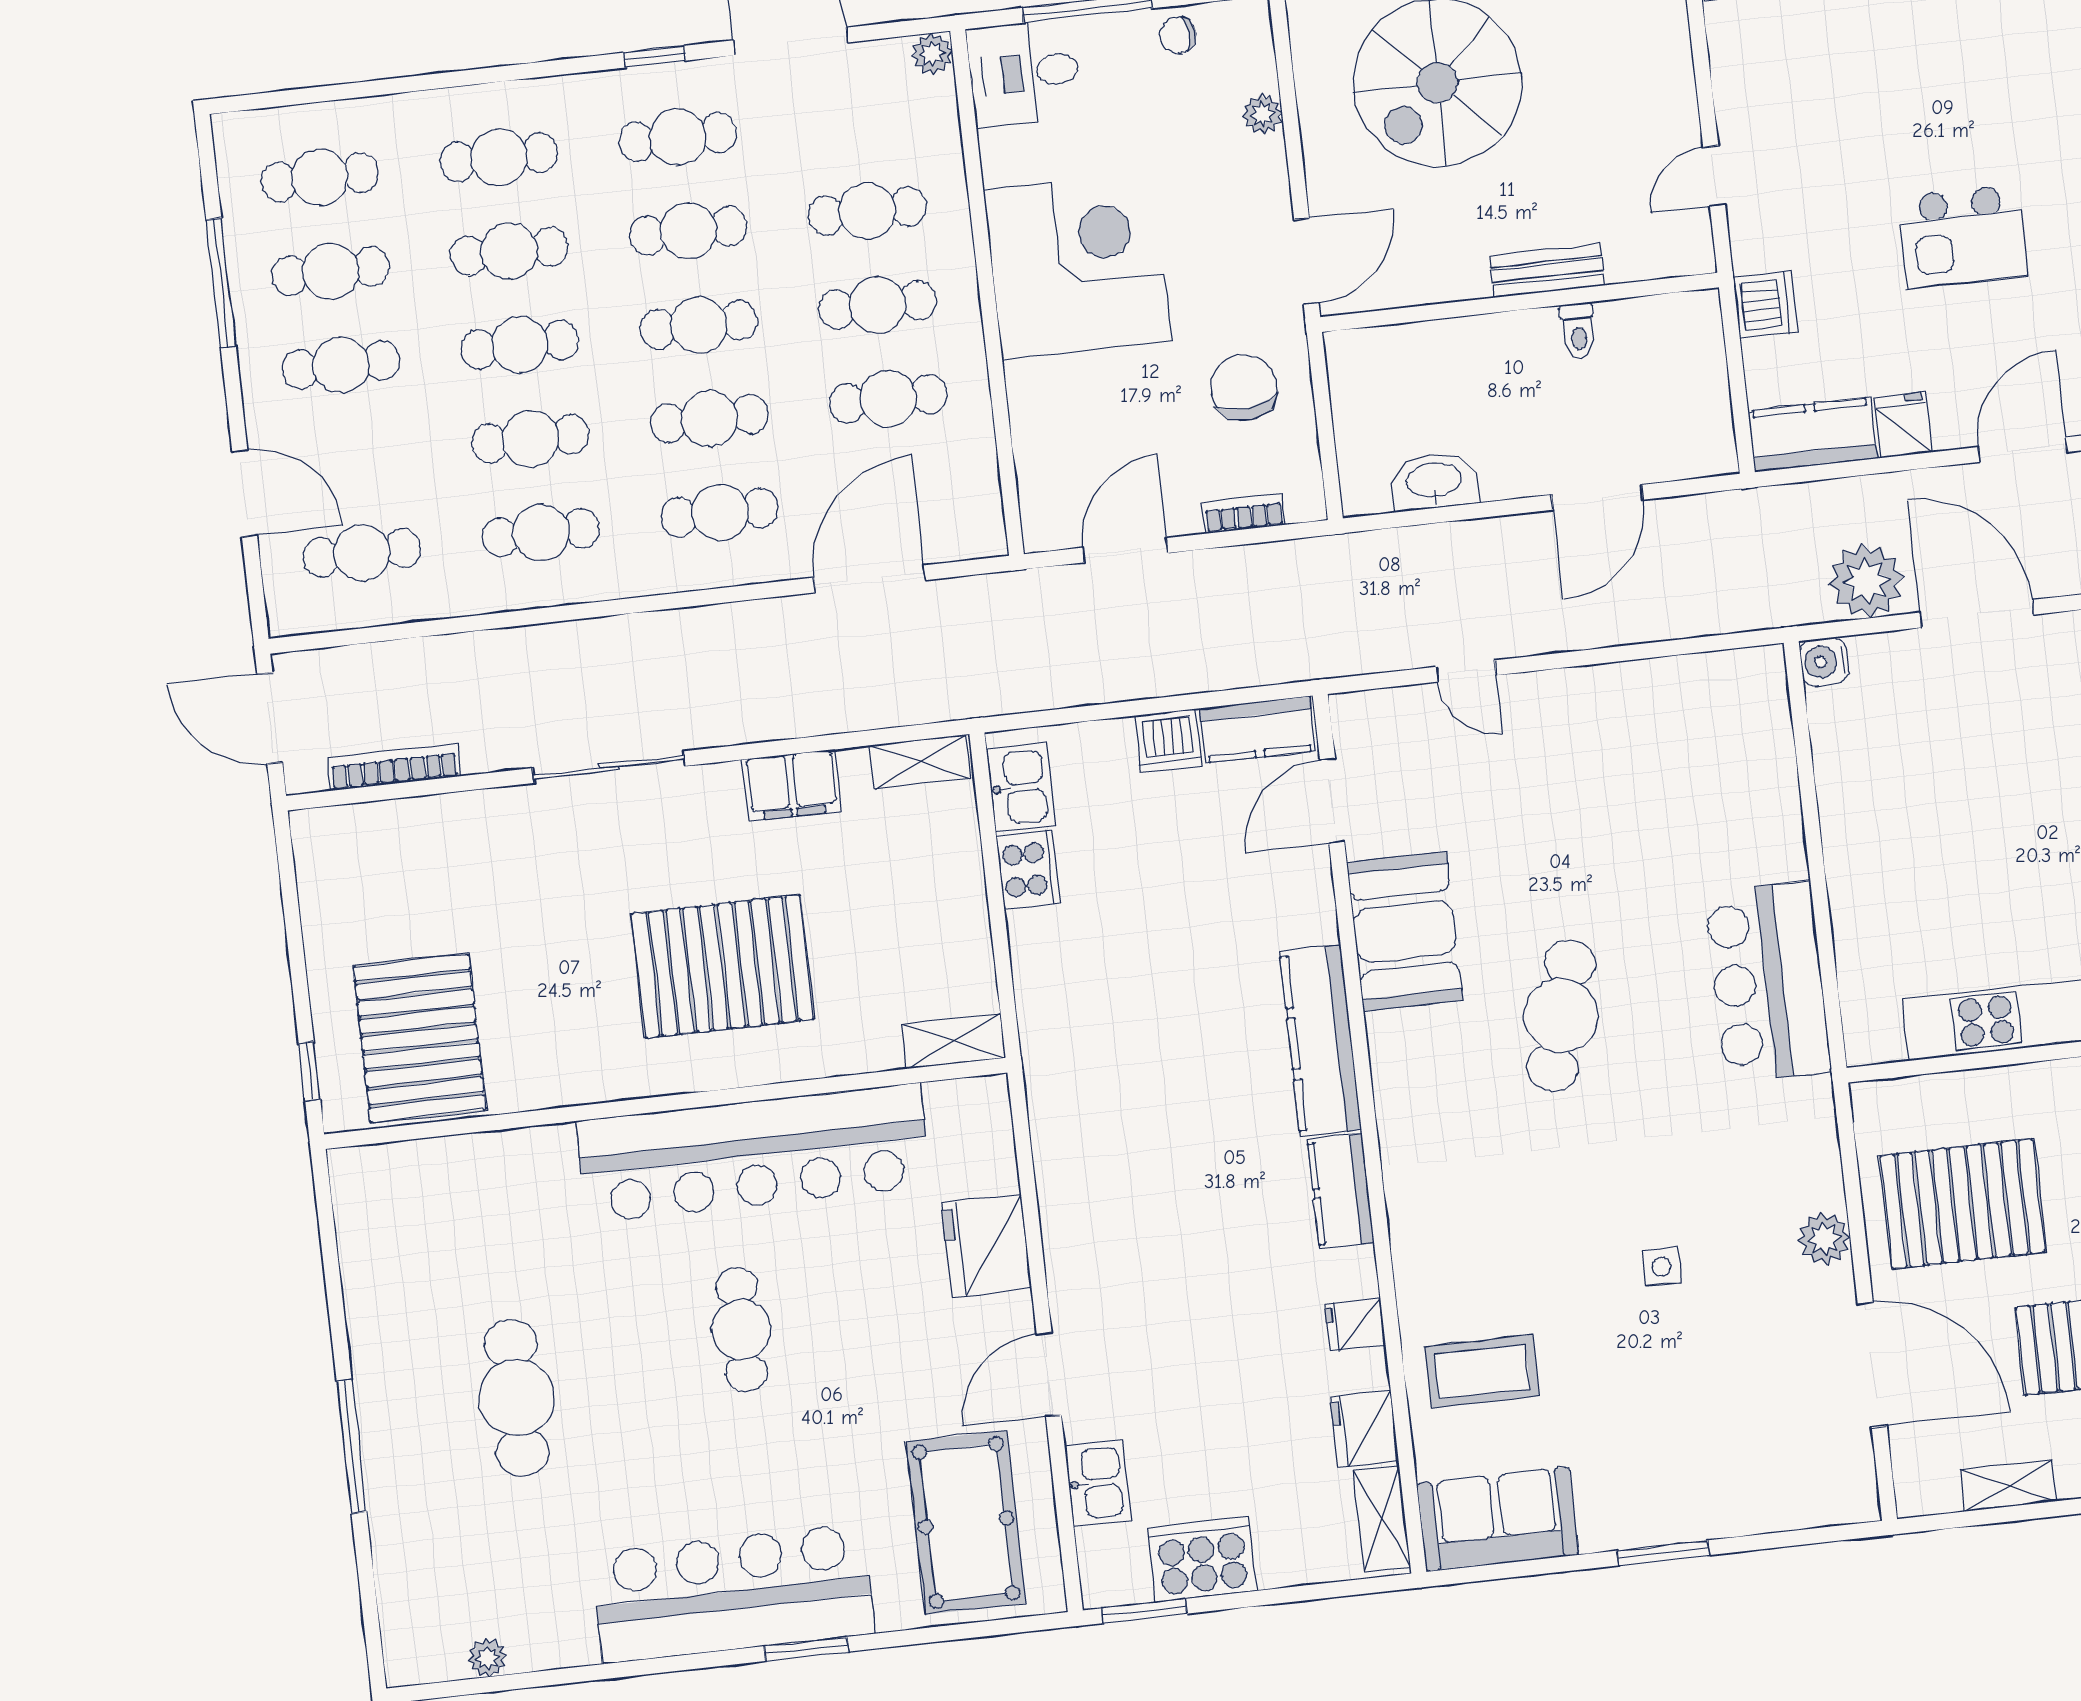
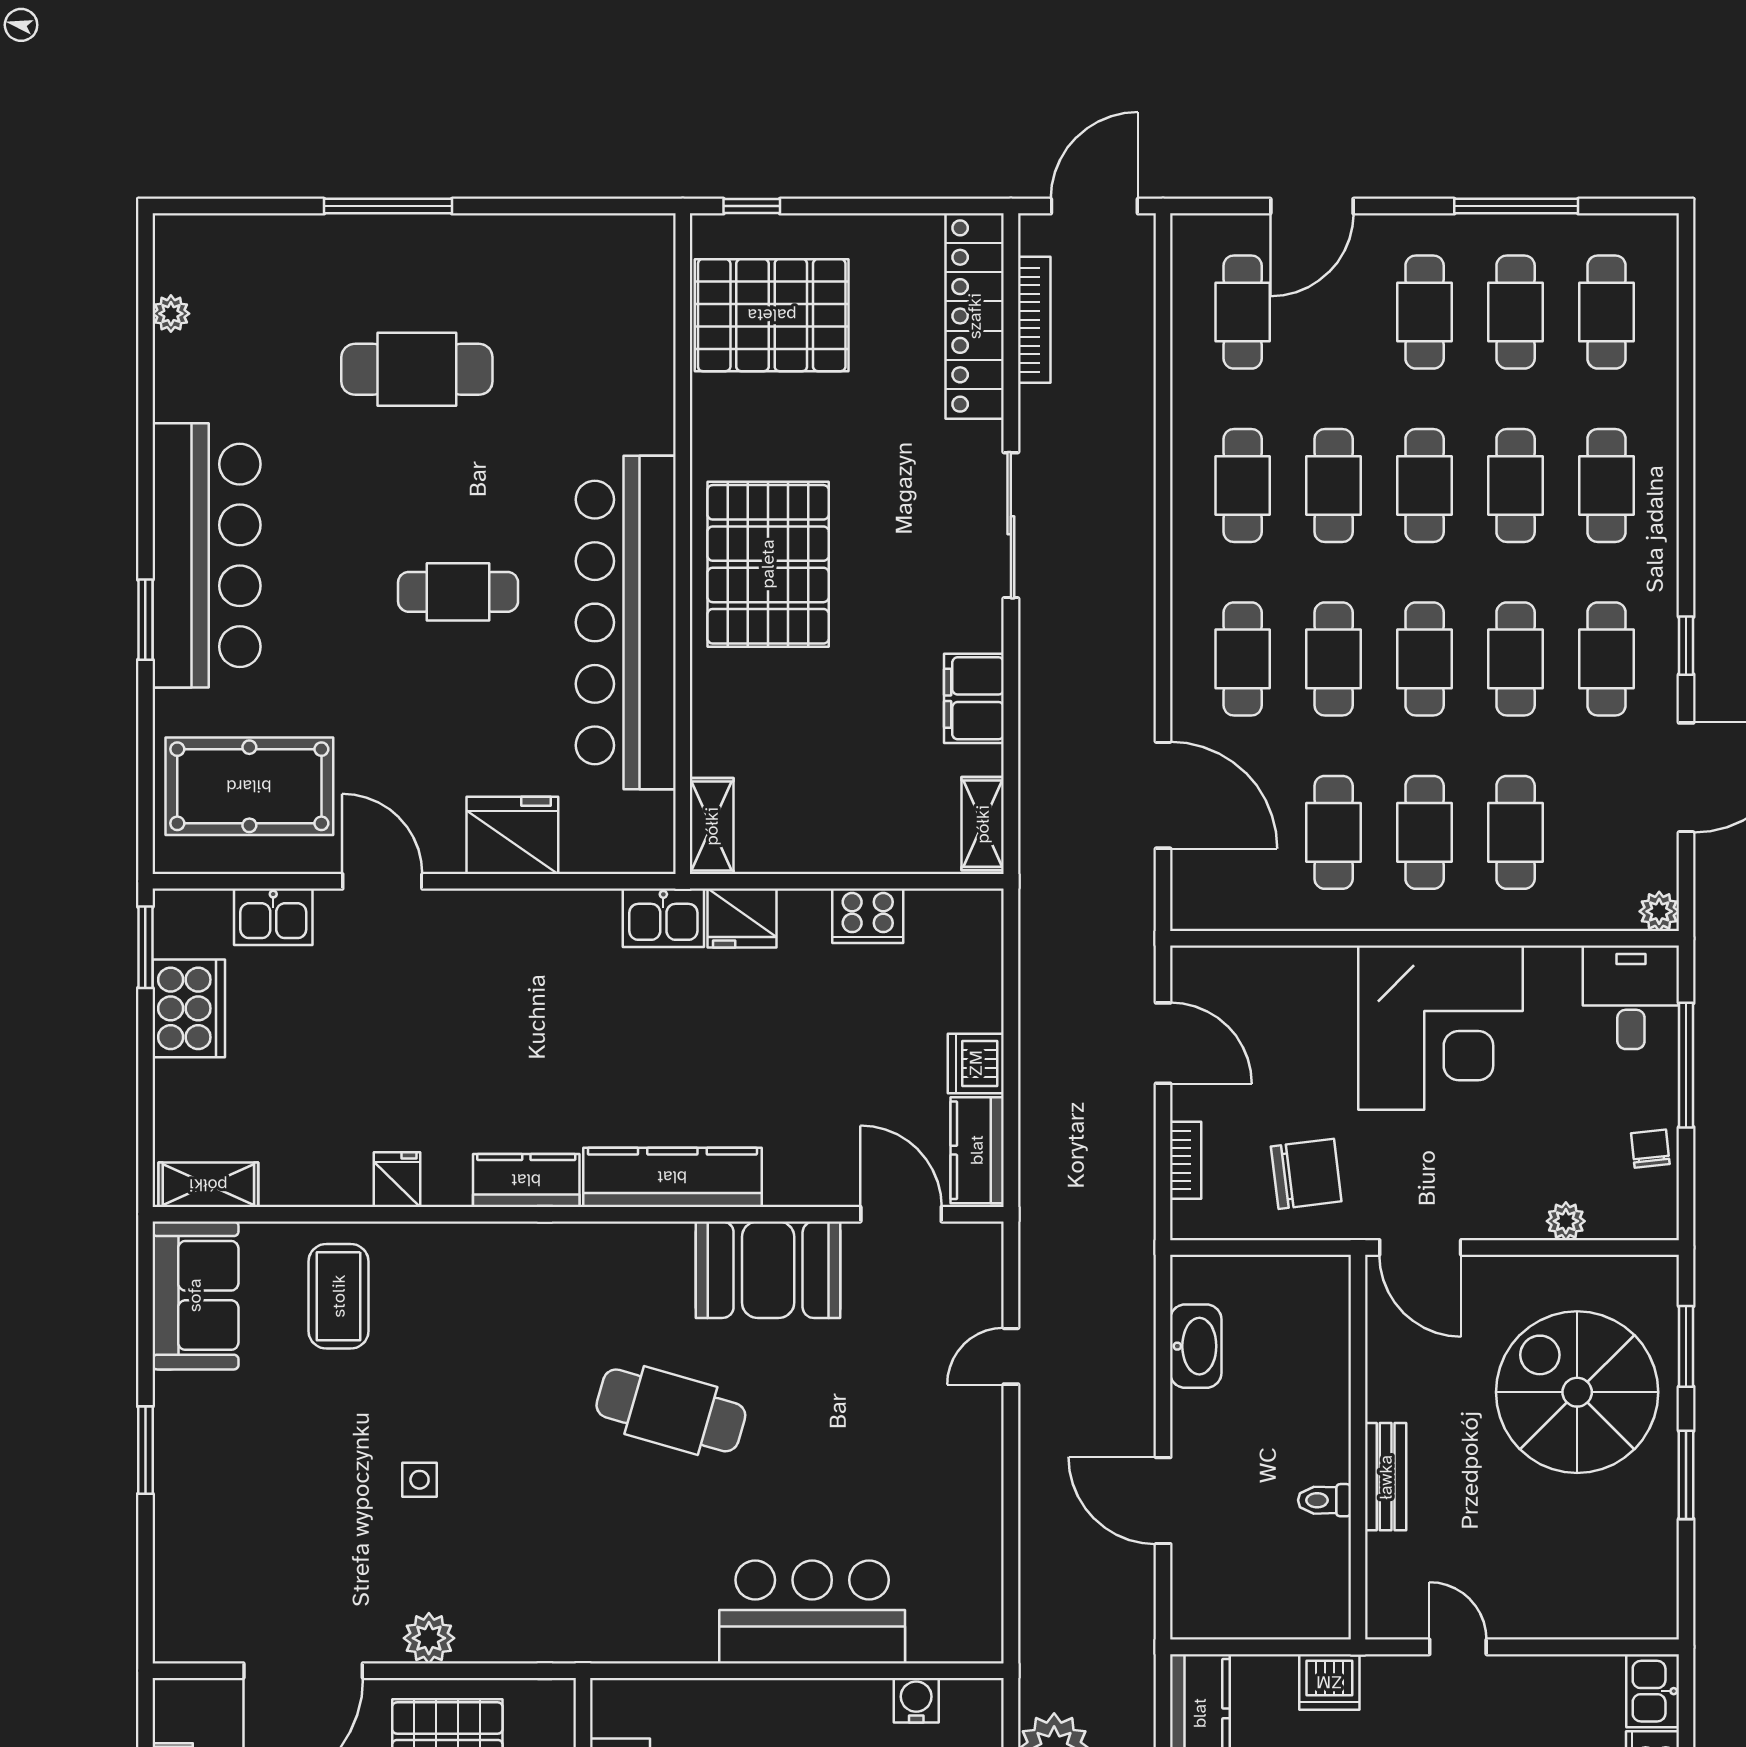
water cooler: (1824, 662) -> (916, 1700), moved
kitchen sink: (1021, 787) -> (663, 918), moved
locker: (397, 829) -> (975, 316), added
pallet: (723, 967) -> (768, 564), moved
bar counter: (1768, 982) -> (812, 1612), moved
fridge: (1364, 1429) -> (742, 918), moved, turned 180

